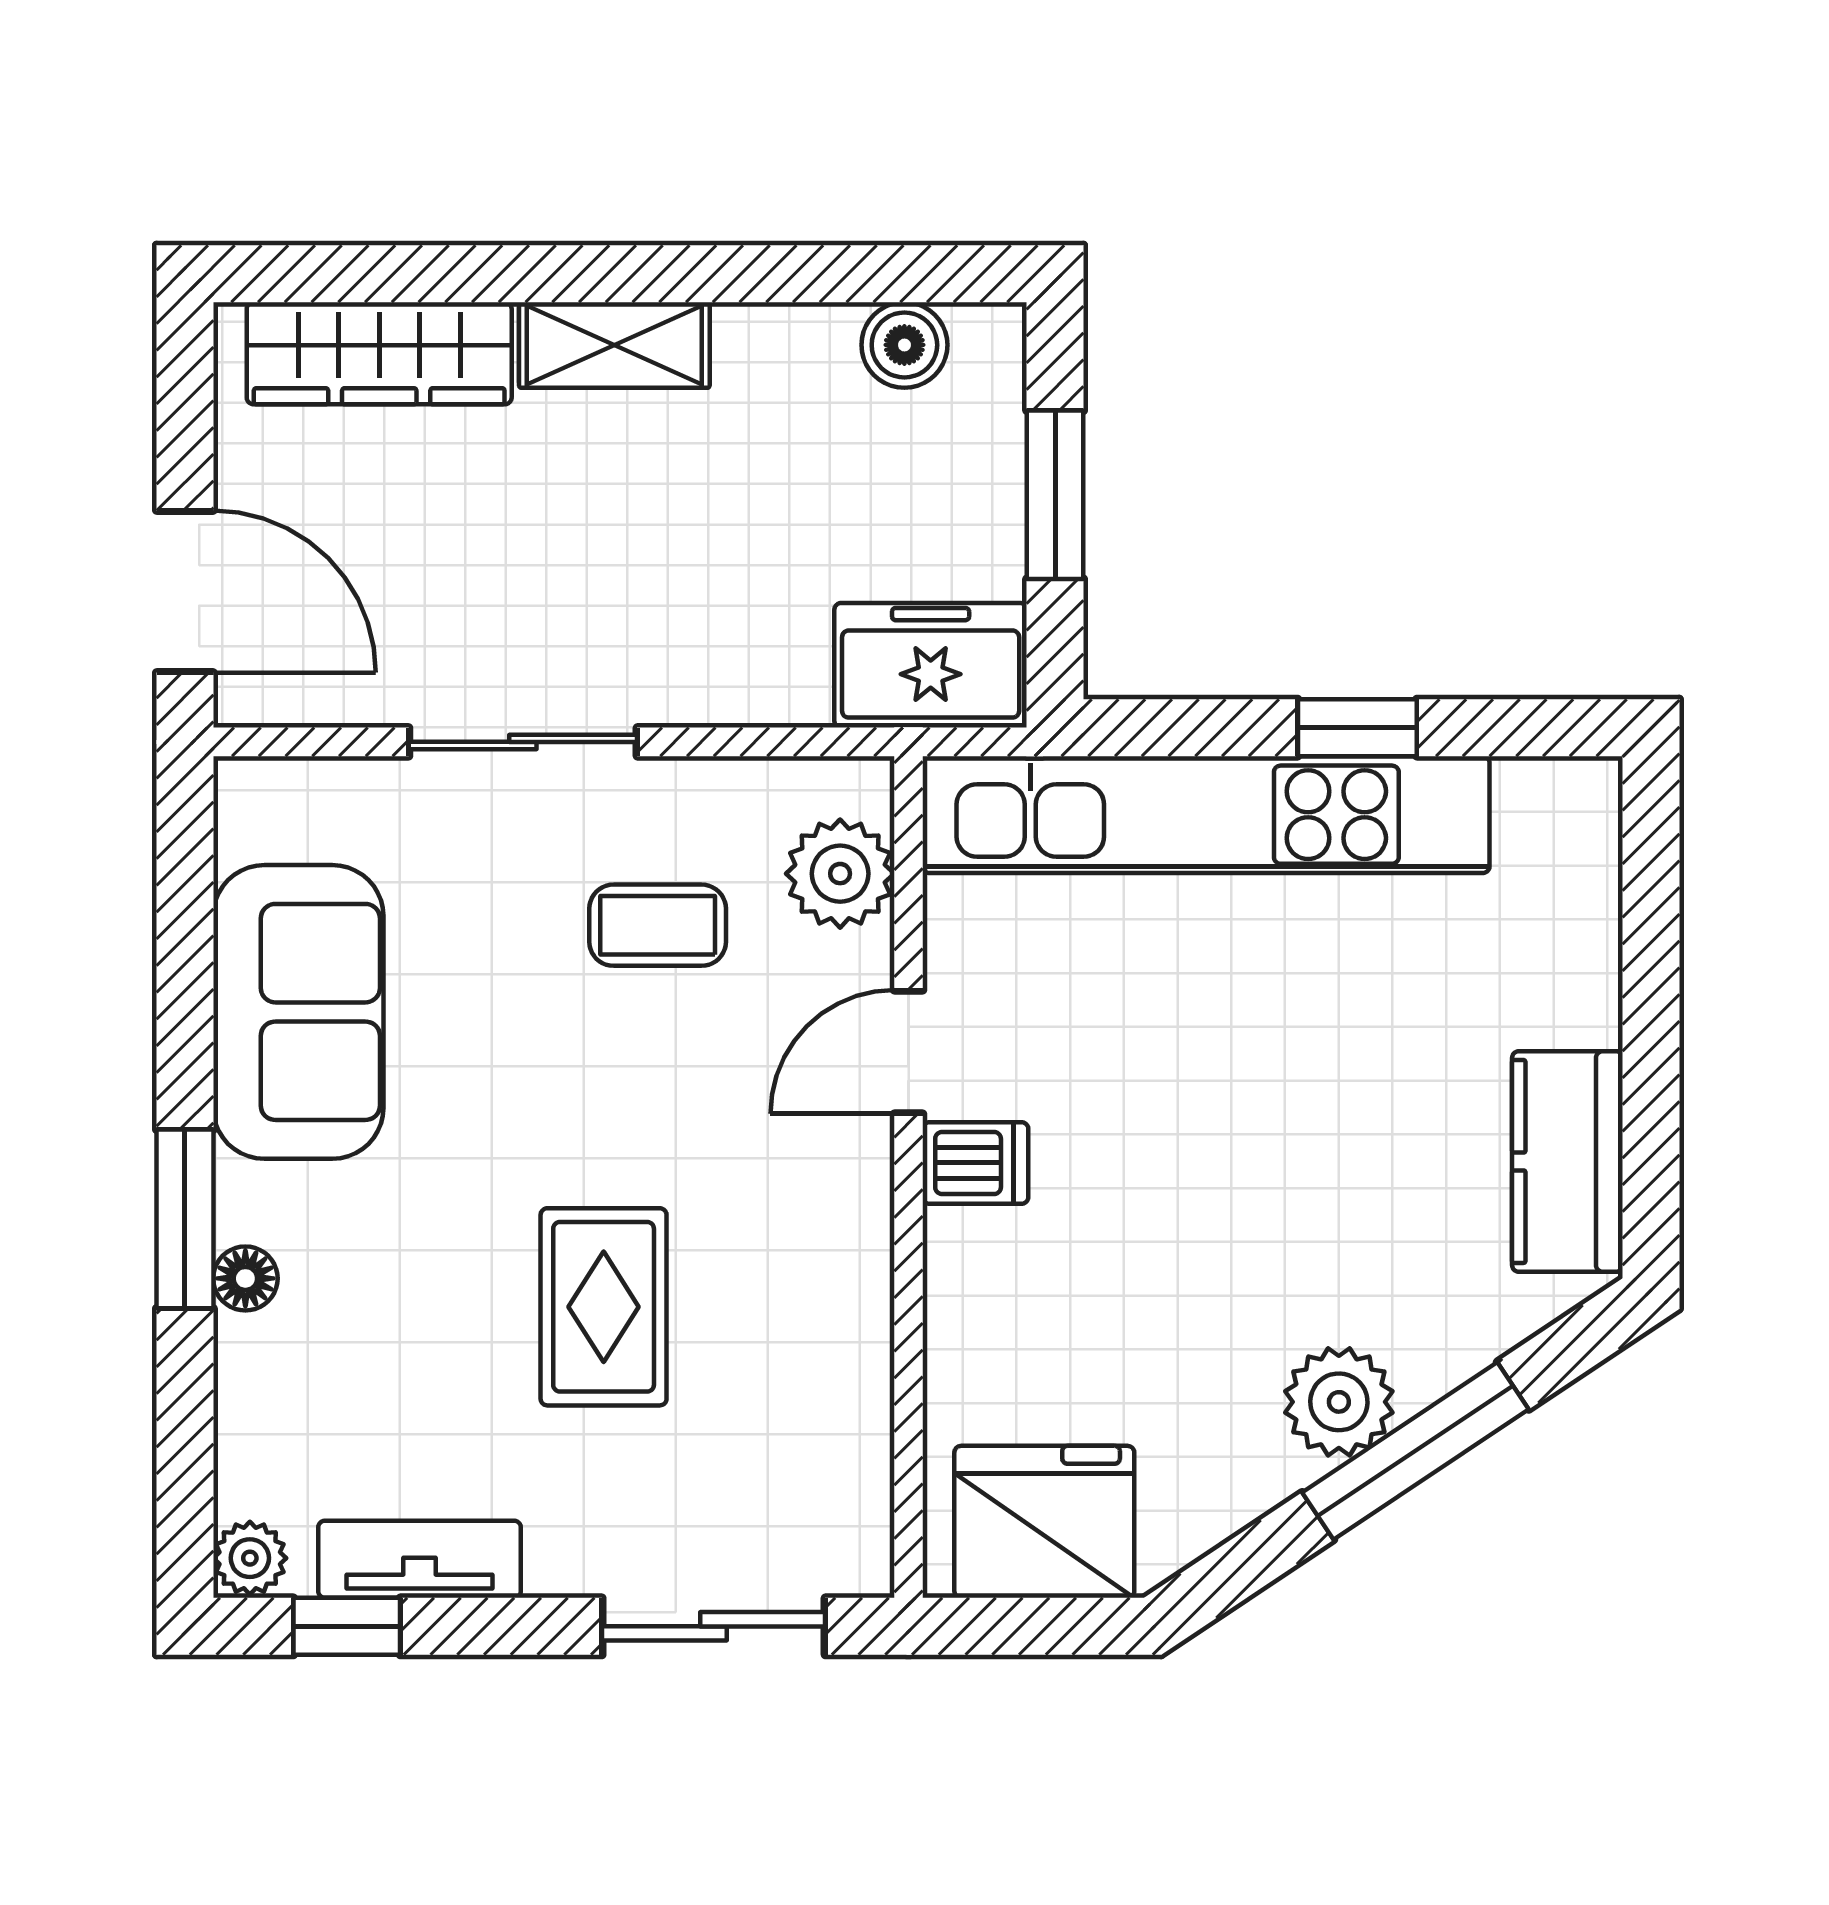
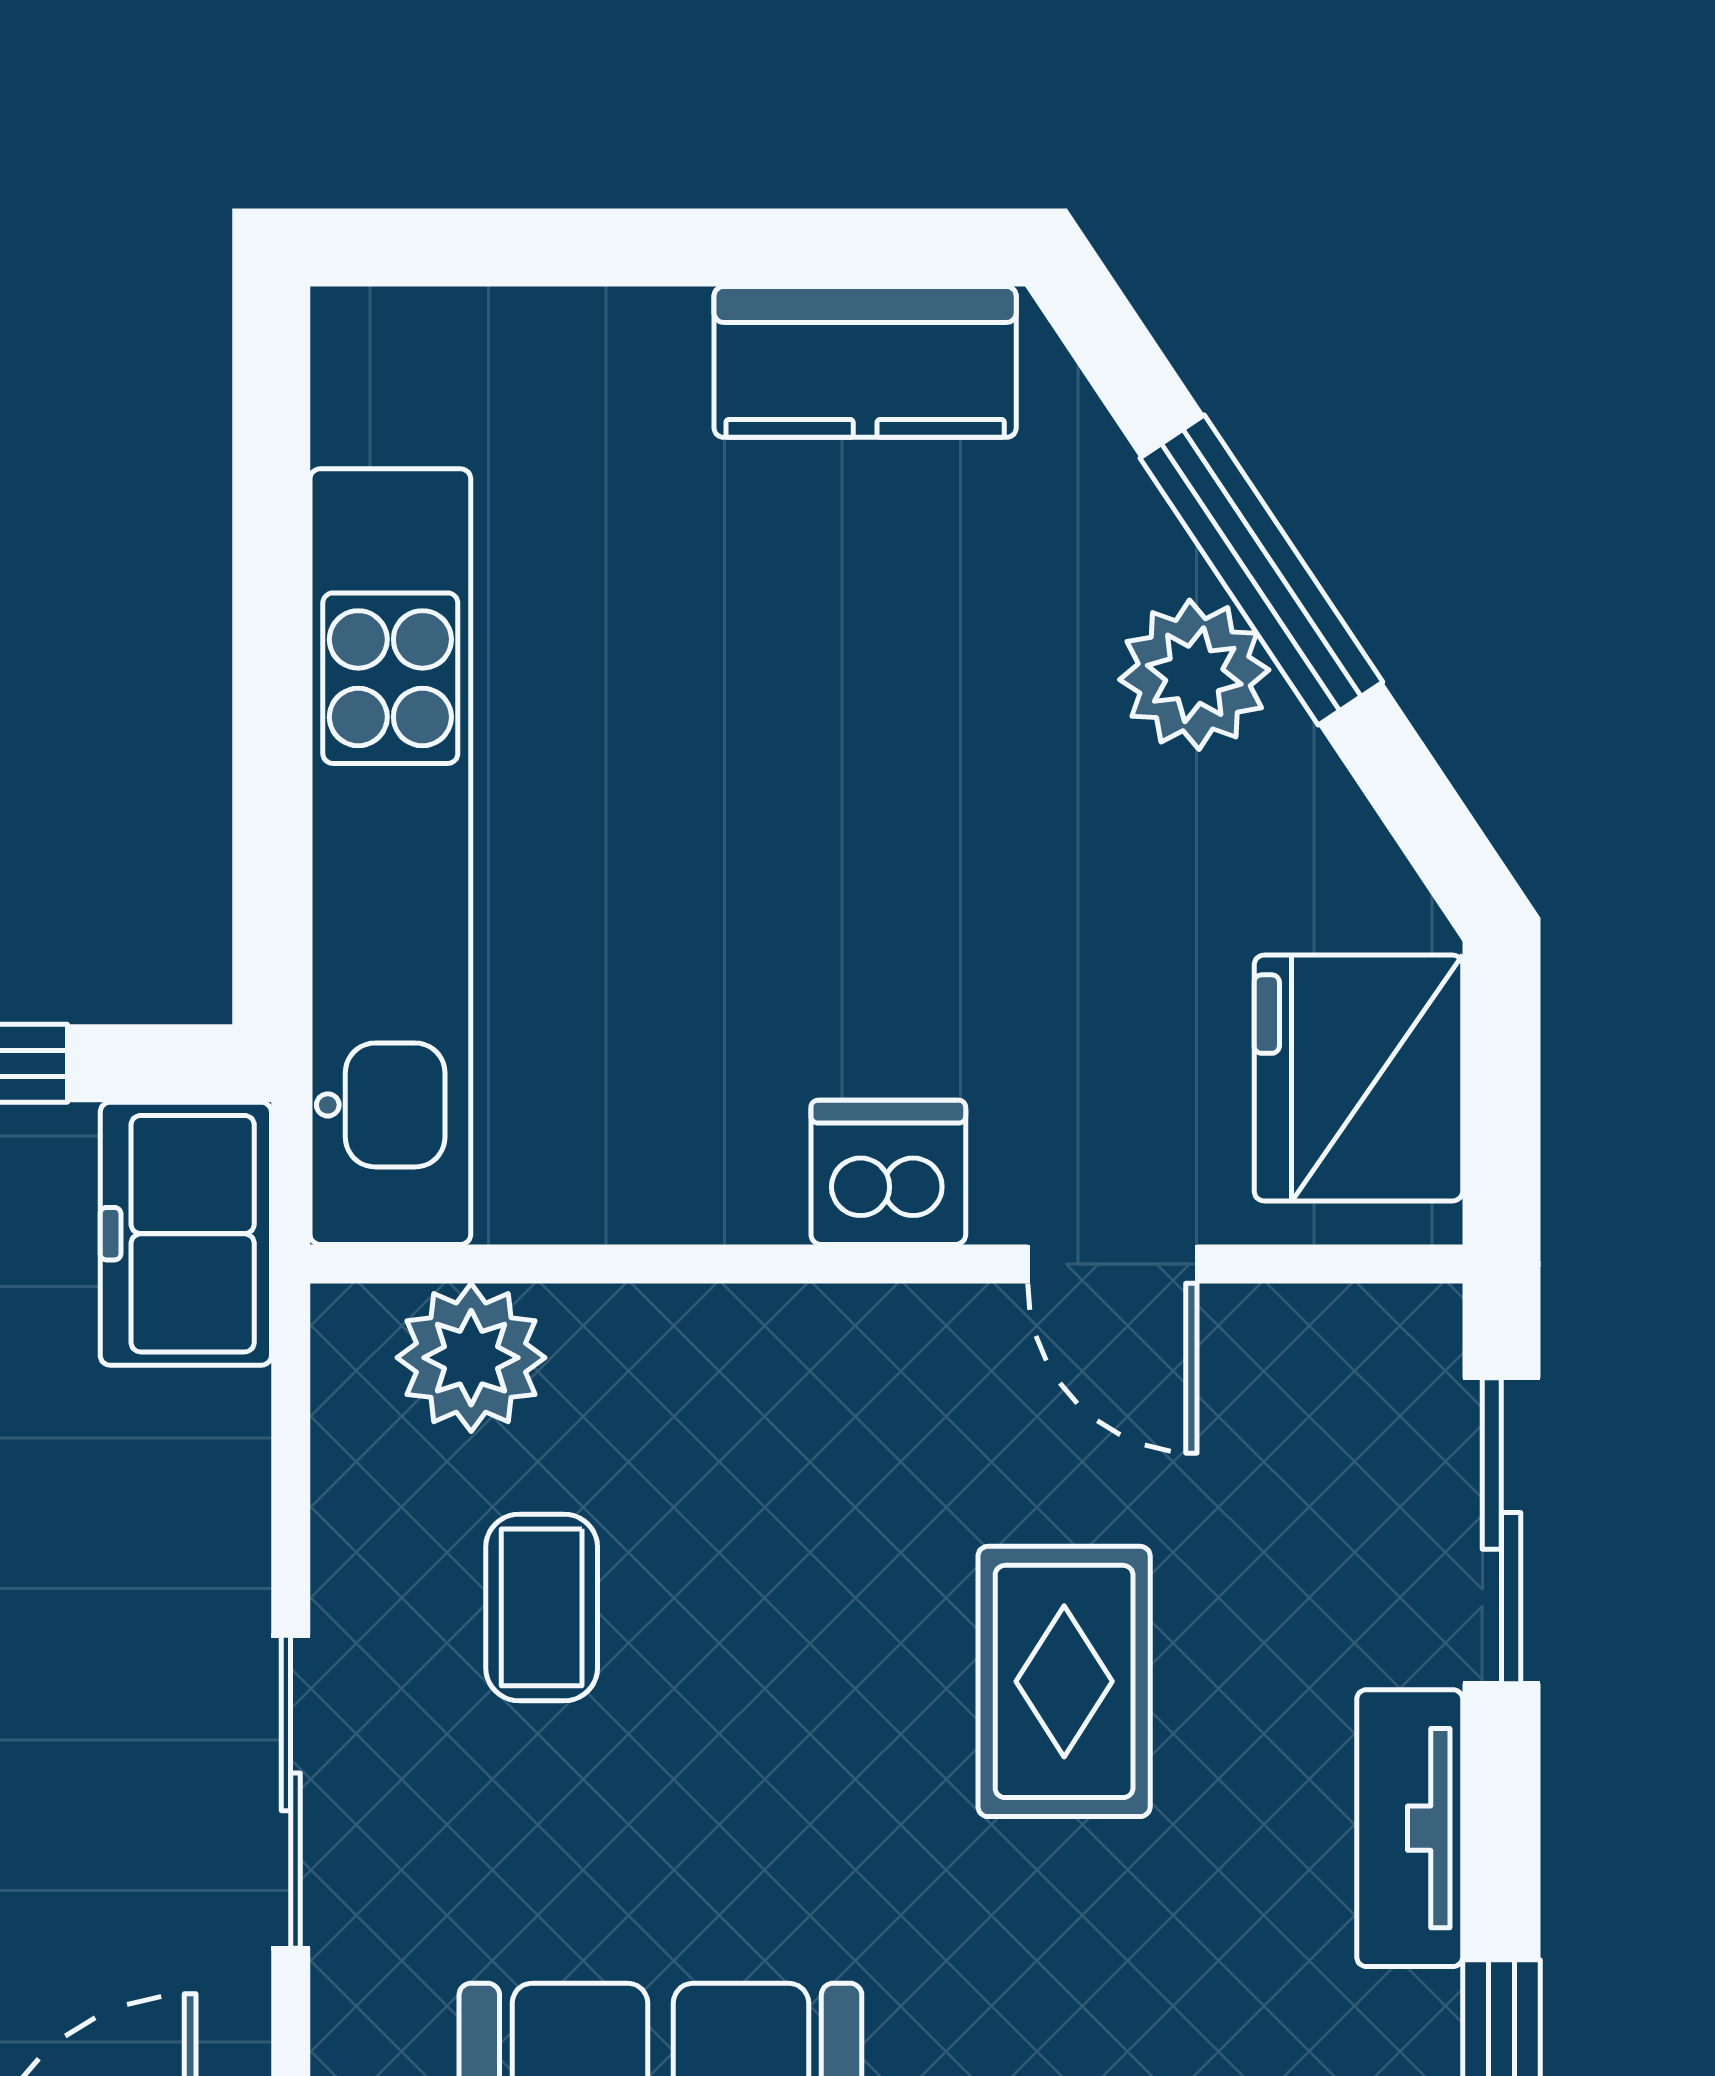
window: (1357, 728) -> (271, 650), removed
door: (908, 1052) -> (1112, 1264), moved
dishwasher: (975, 1163) -> (888, 1172), width x1.38
rug: (604, 1307) -> (1064, 1681), turned 90
tv unit: (420, 1559) -> (1410, 1828), moved

